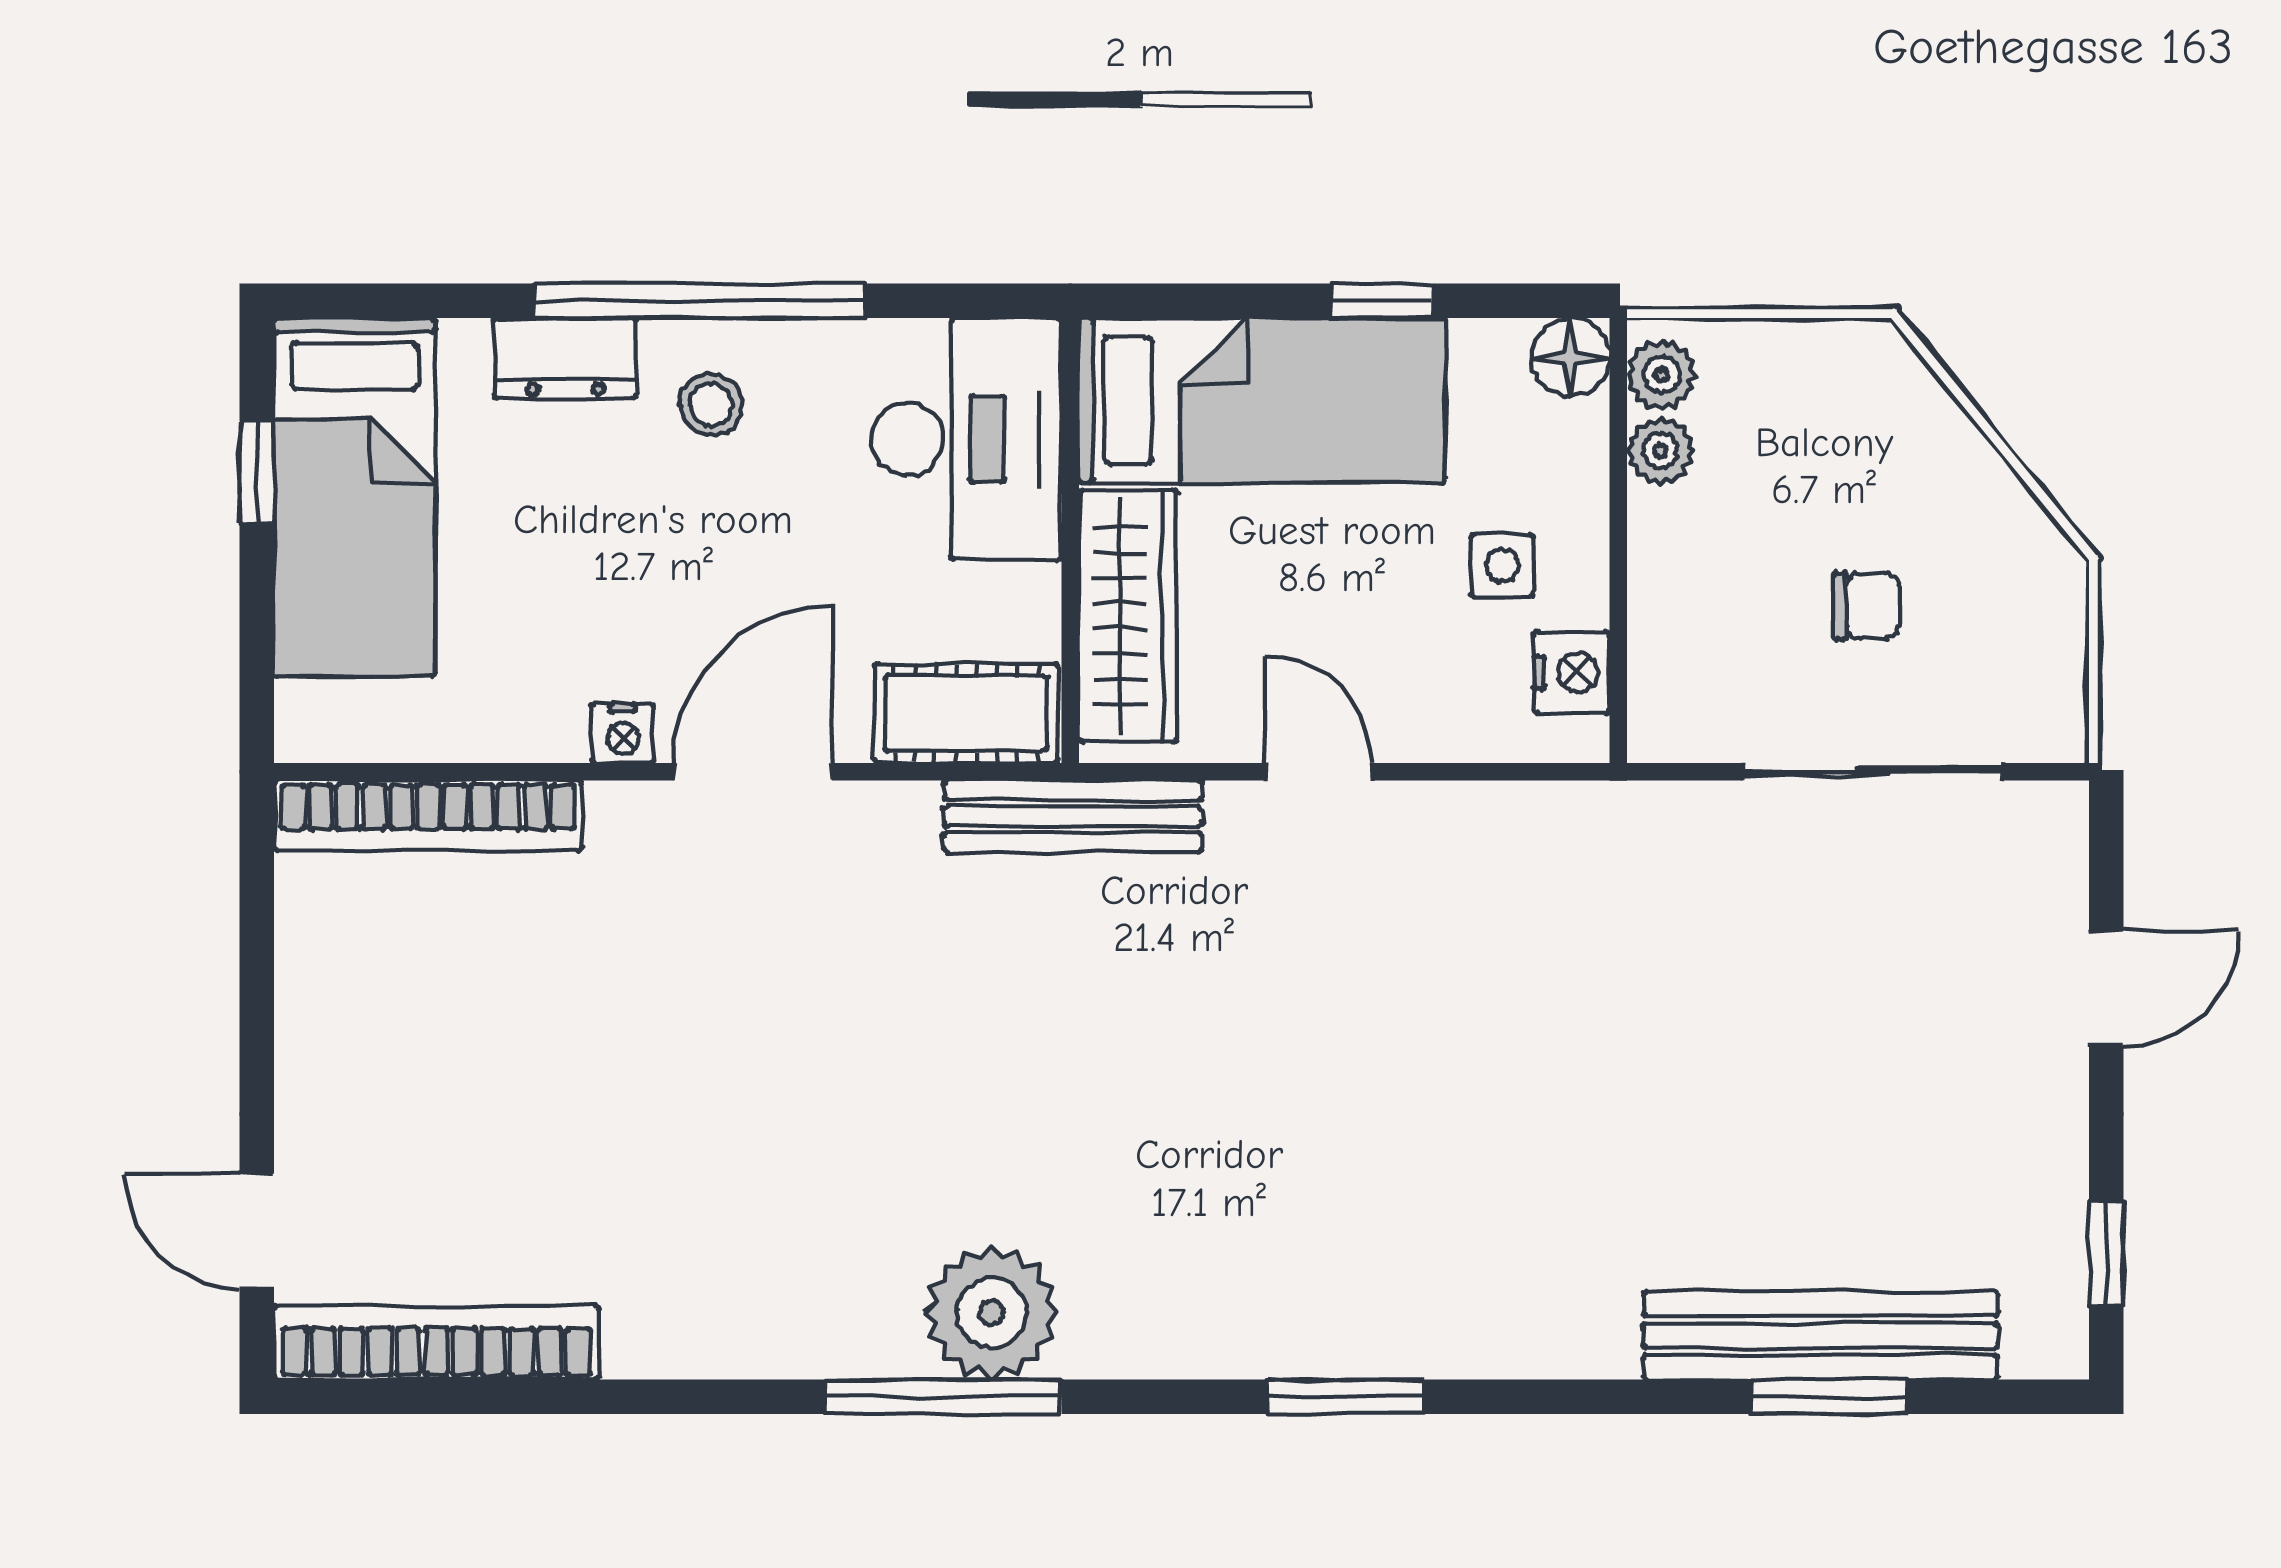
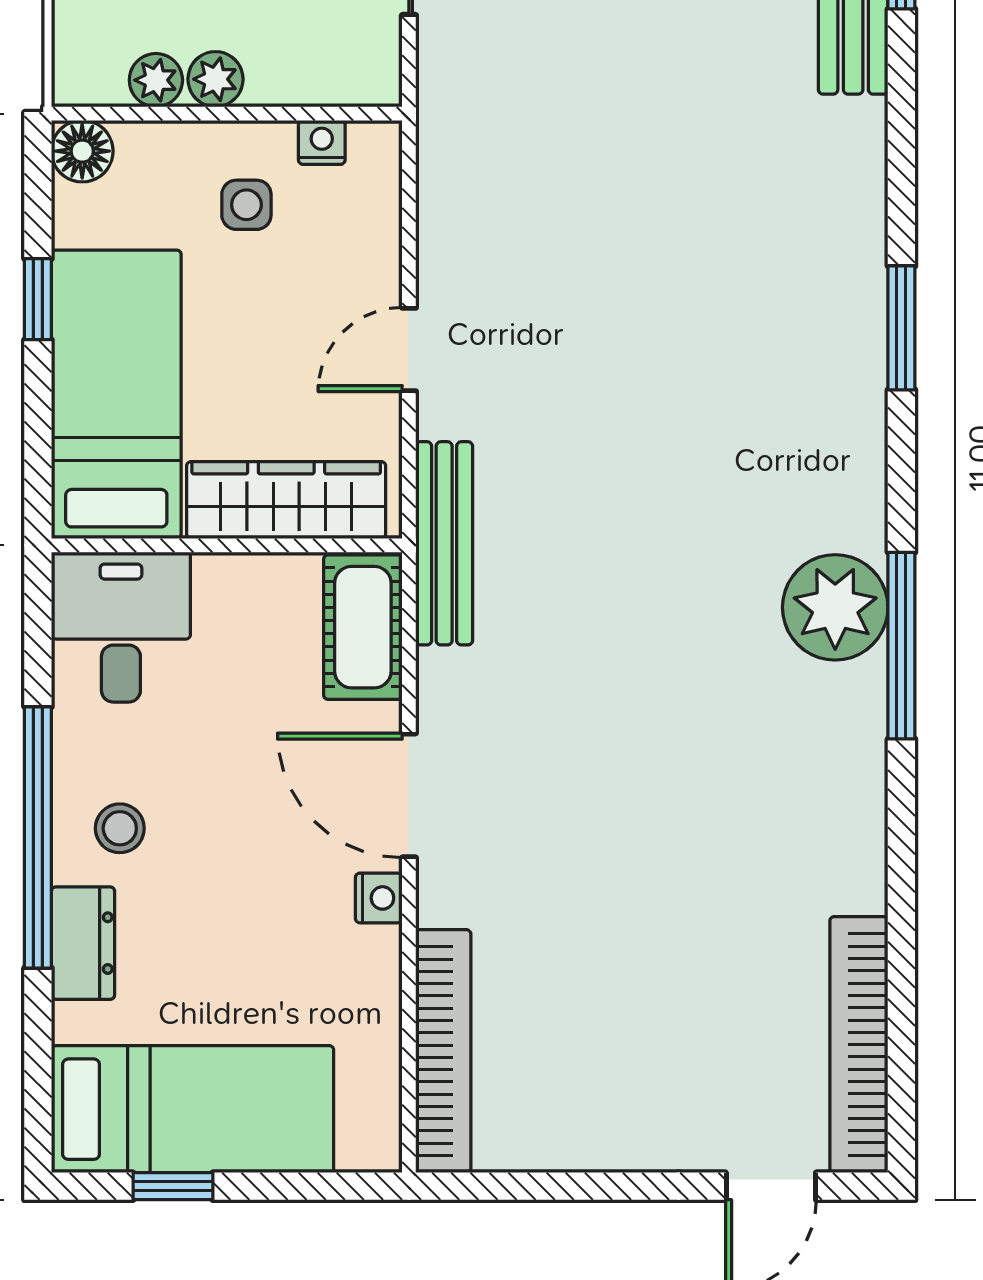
plant: (1662, 375) -> (215, 79), moved
desk: (966, 439) -> (121, 627), width x0.73
nightstand: (1572, 673) -> (322, 142), width x0.72, depth x0.74

